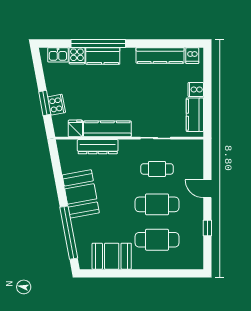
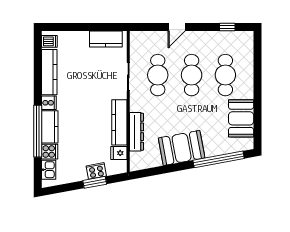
cooker: (196, 89) -> (49, 103), moved, turned -90
cafe table: (157, 169) -> (158, 75), width x1.37, depth x1.35
window: (207, 228) -> (227, 27), moved

